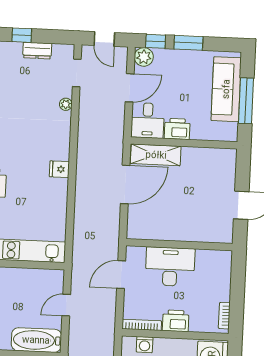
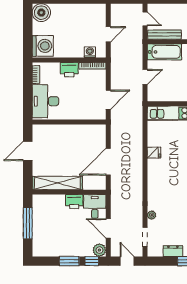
door: (130, 88) -> (108, 228), hinge flipped
sofa: (226, 89) -> (42, 230), removed
shelving: (156, 155) -> (57, 183), moved, width x1.47
fridge: (59, 169) -> (154, 153), moved
desk: (170, 267) -> (45, 101), moved, turned 90

